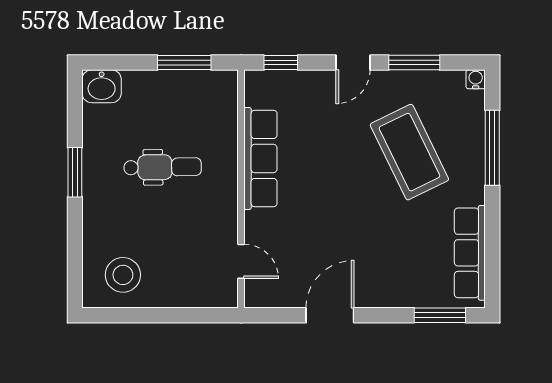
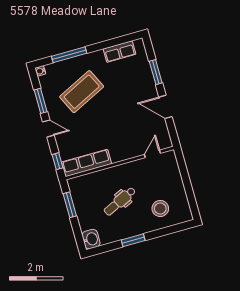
row of seats: (260, 159) -> (86, 163), moved
dental chair: (163, 167) -> (120, 201), turned -114
row of seats: (470, 253) -> (119, 52), width x0.68
stool: (123, 275) -> (160, 208), moved
window: (440, 315) -> (156, 72), moved

